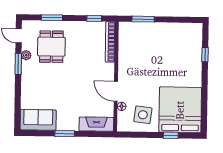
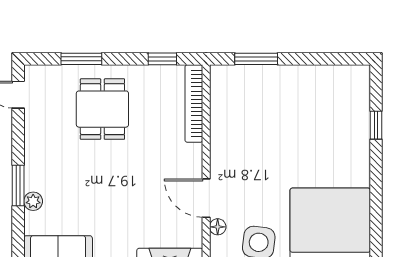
dining table: (51, 47) -> (102, 109), moved
plant: (26, 55) -> (33, 201), moved
window: (18, 64) -> (18, 186), moved

